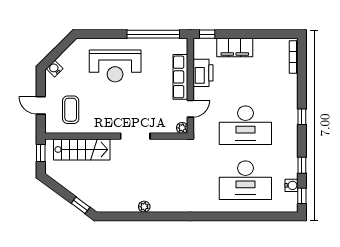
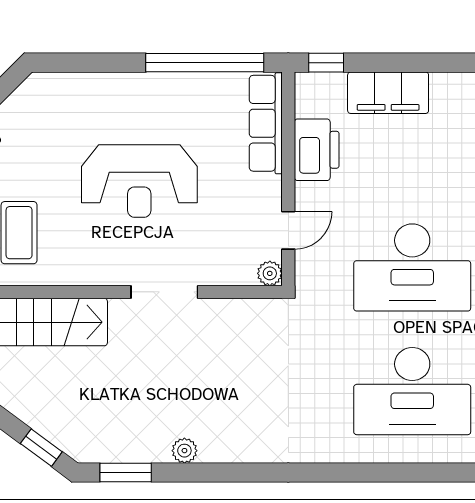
reception desk: (115, 66) -> (139, 181), moved
row of seats: (180, 77) -> (266, 123), moved
window: (118, 216) -> (126, 472), added

